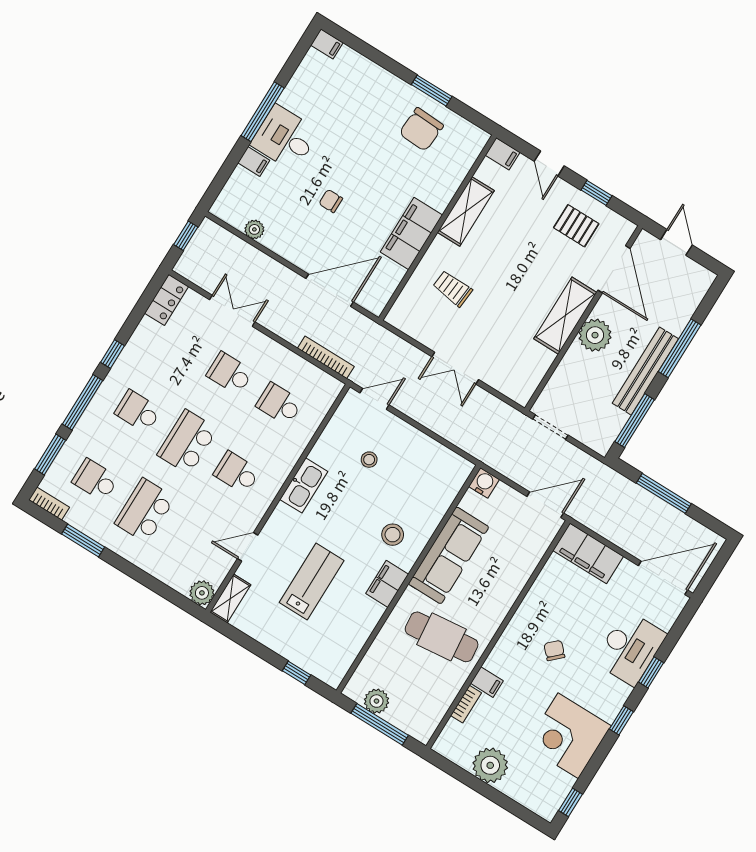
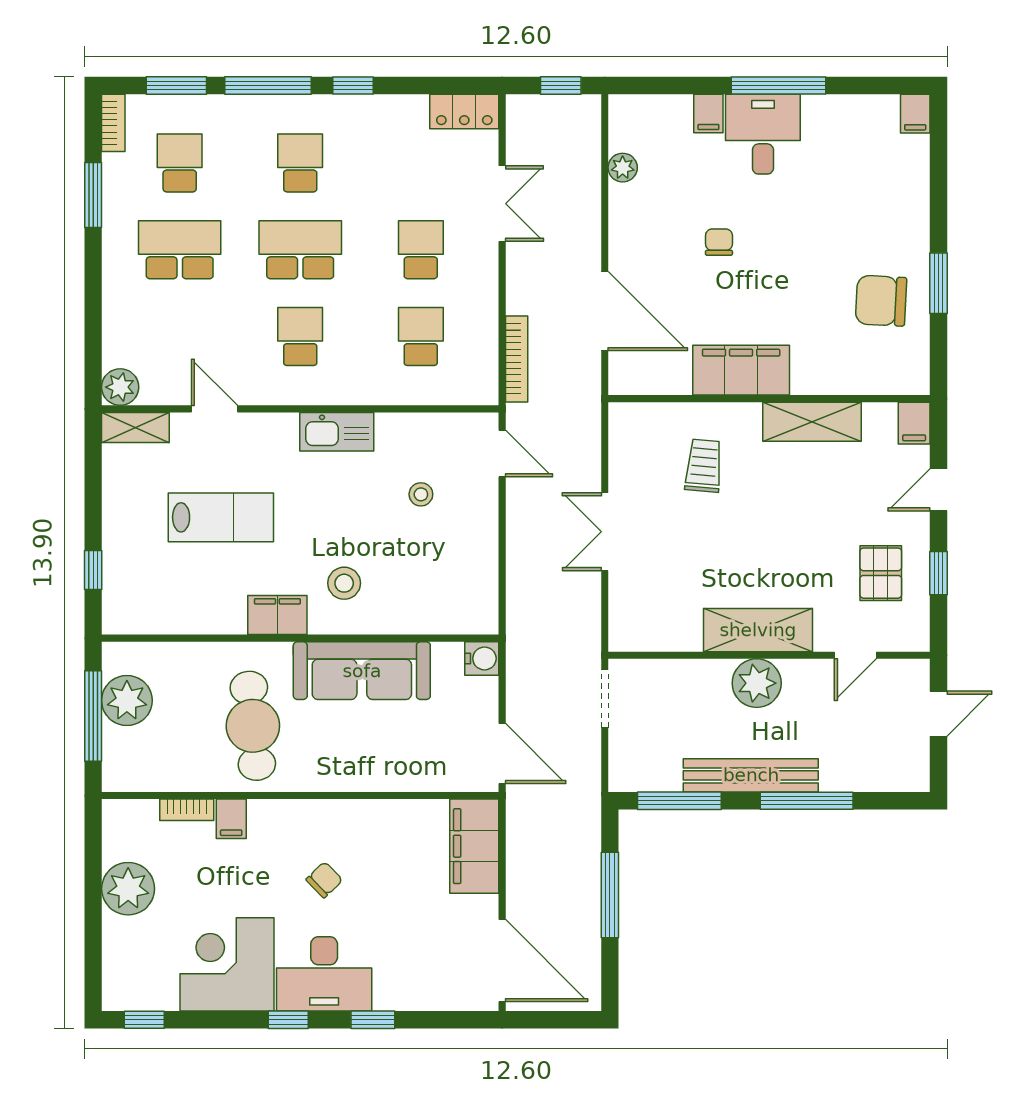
door: (614, 269) -> (855, 655), width x0.53
desk: (630, 648) -> (324, 974), moved
plant: (376, 701) -> (127, 700), width x1.36, depth x1.36

